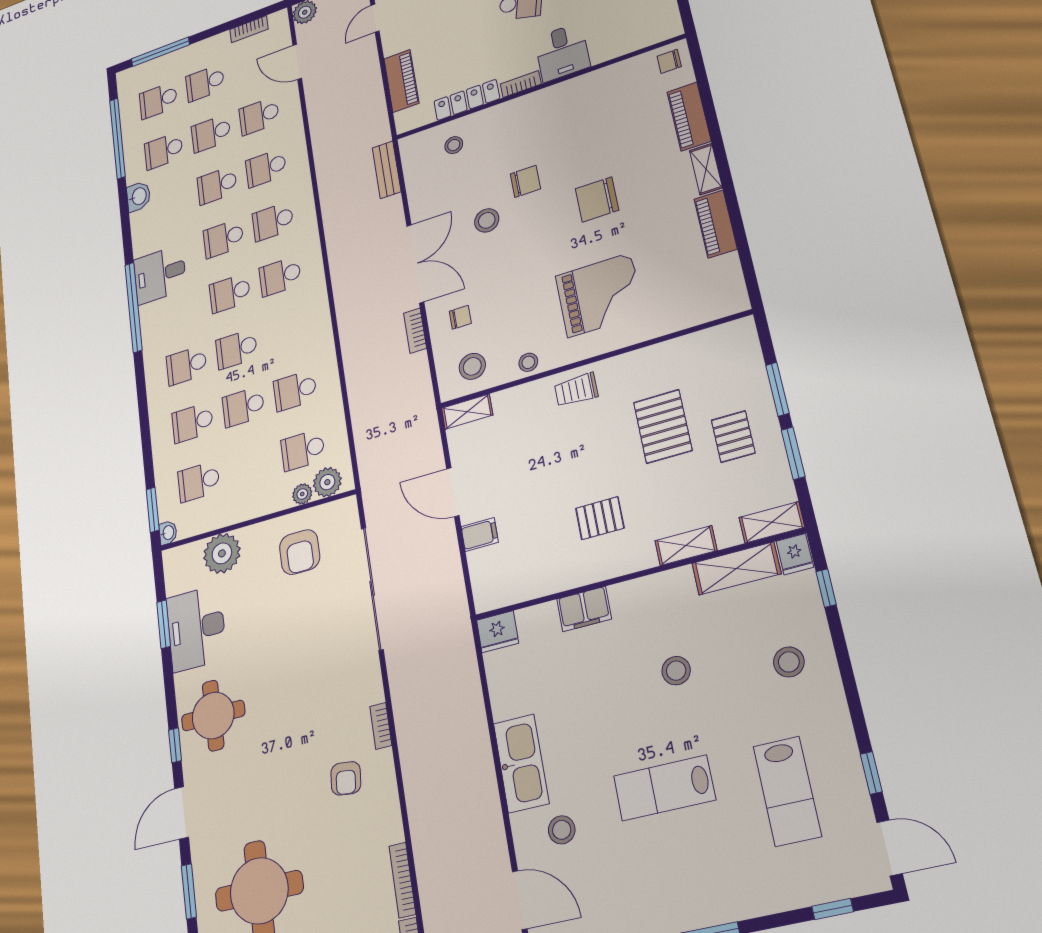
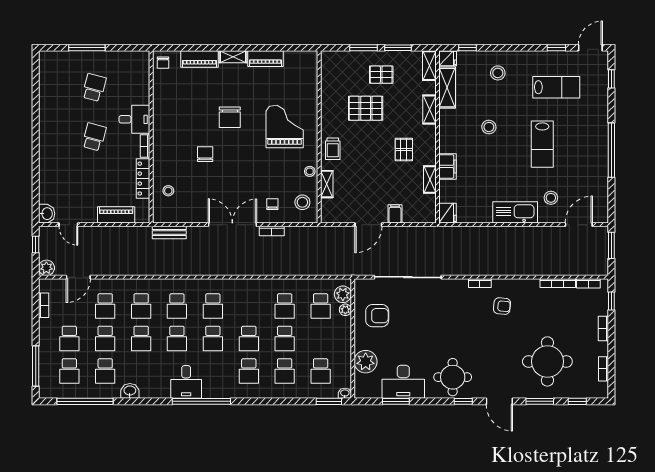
stool: (487, 220) -> (221, 180), removed
shelving: (467, 412) -> (327, 184), moved
shelving: (554, 582) -> (430, 179), added

